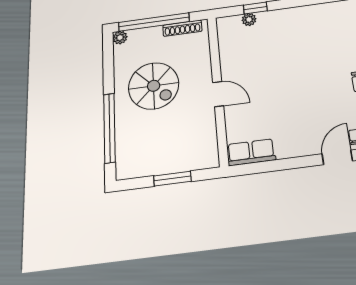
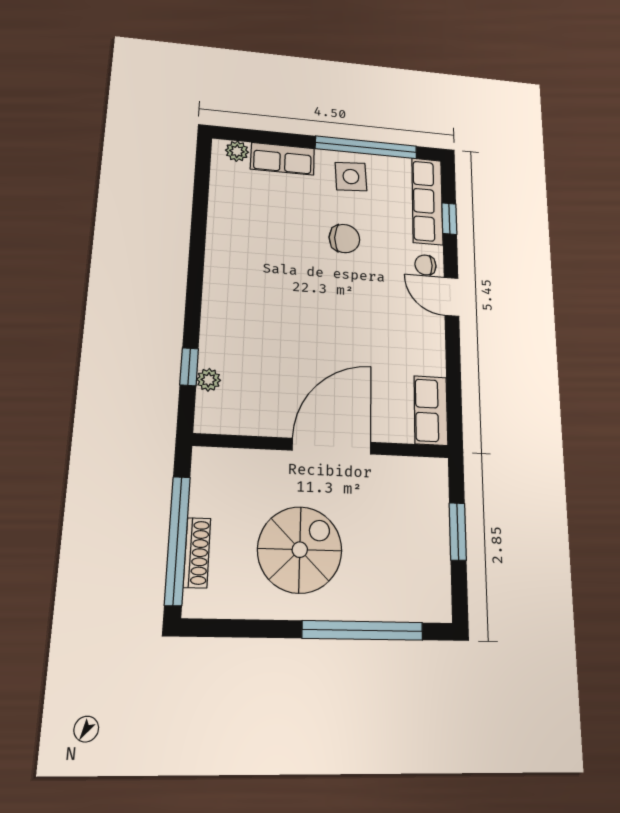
shoe rack: (182, 28) -> (197, 553), moved
plant: (120, 38) -> (195, 605), removed
door: (218, 94) -> (332, 446), width x1.87

